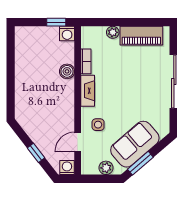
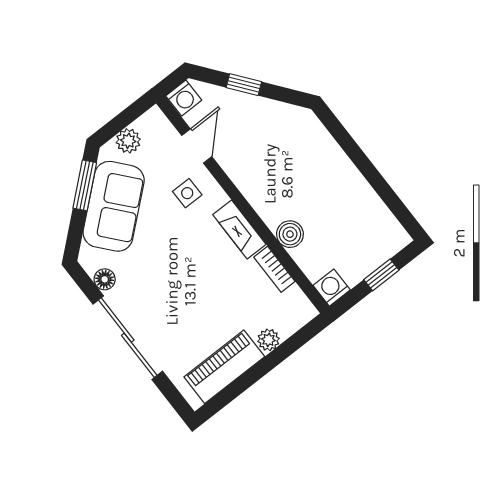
window: (56, 22) -> (381, 275), moved
floor lamp: (164, 115) -> (105, 279), added

